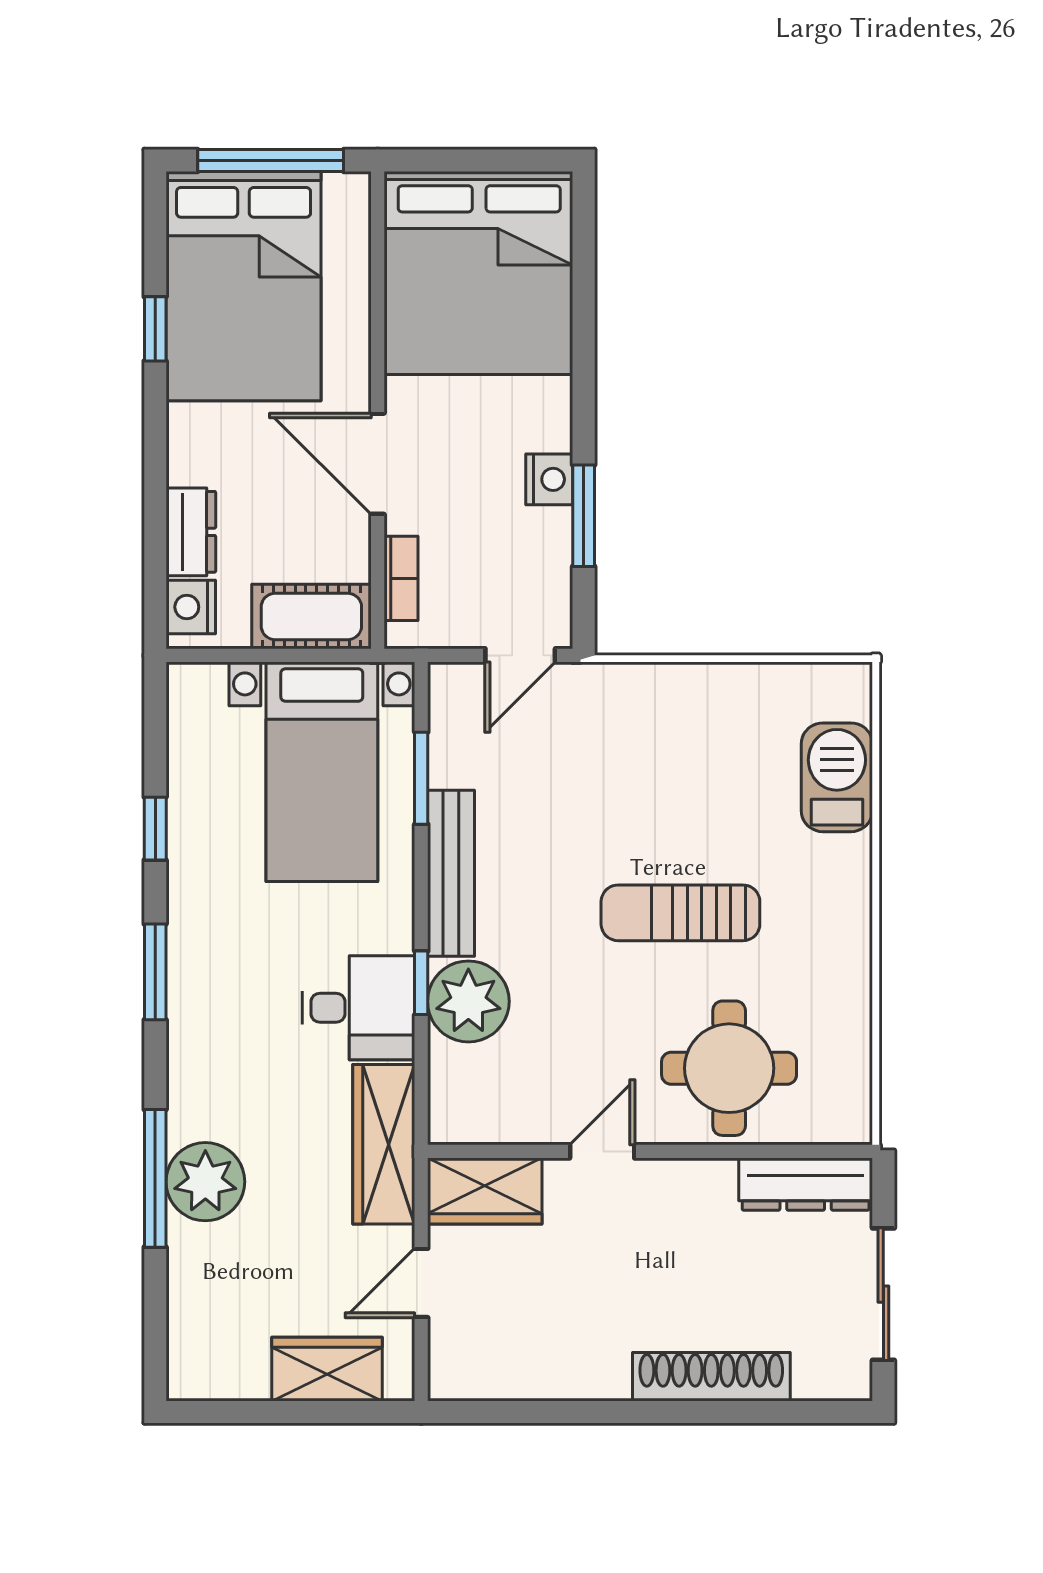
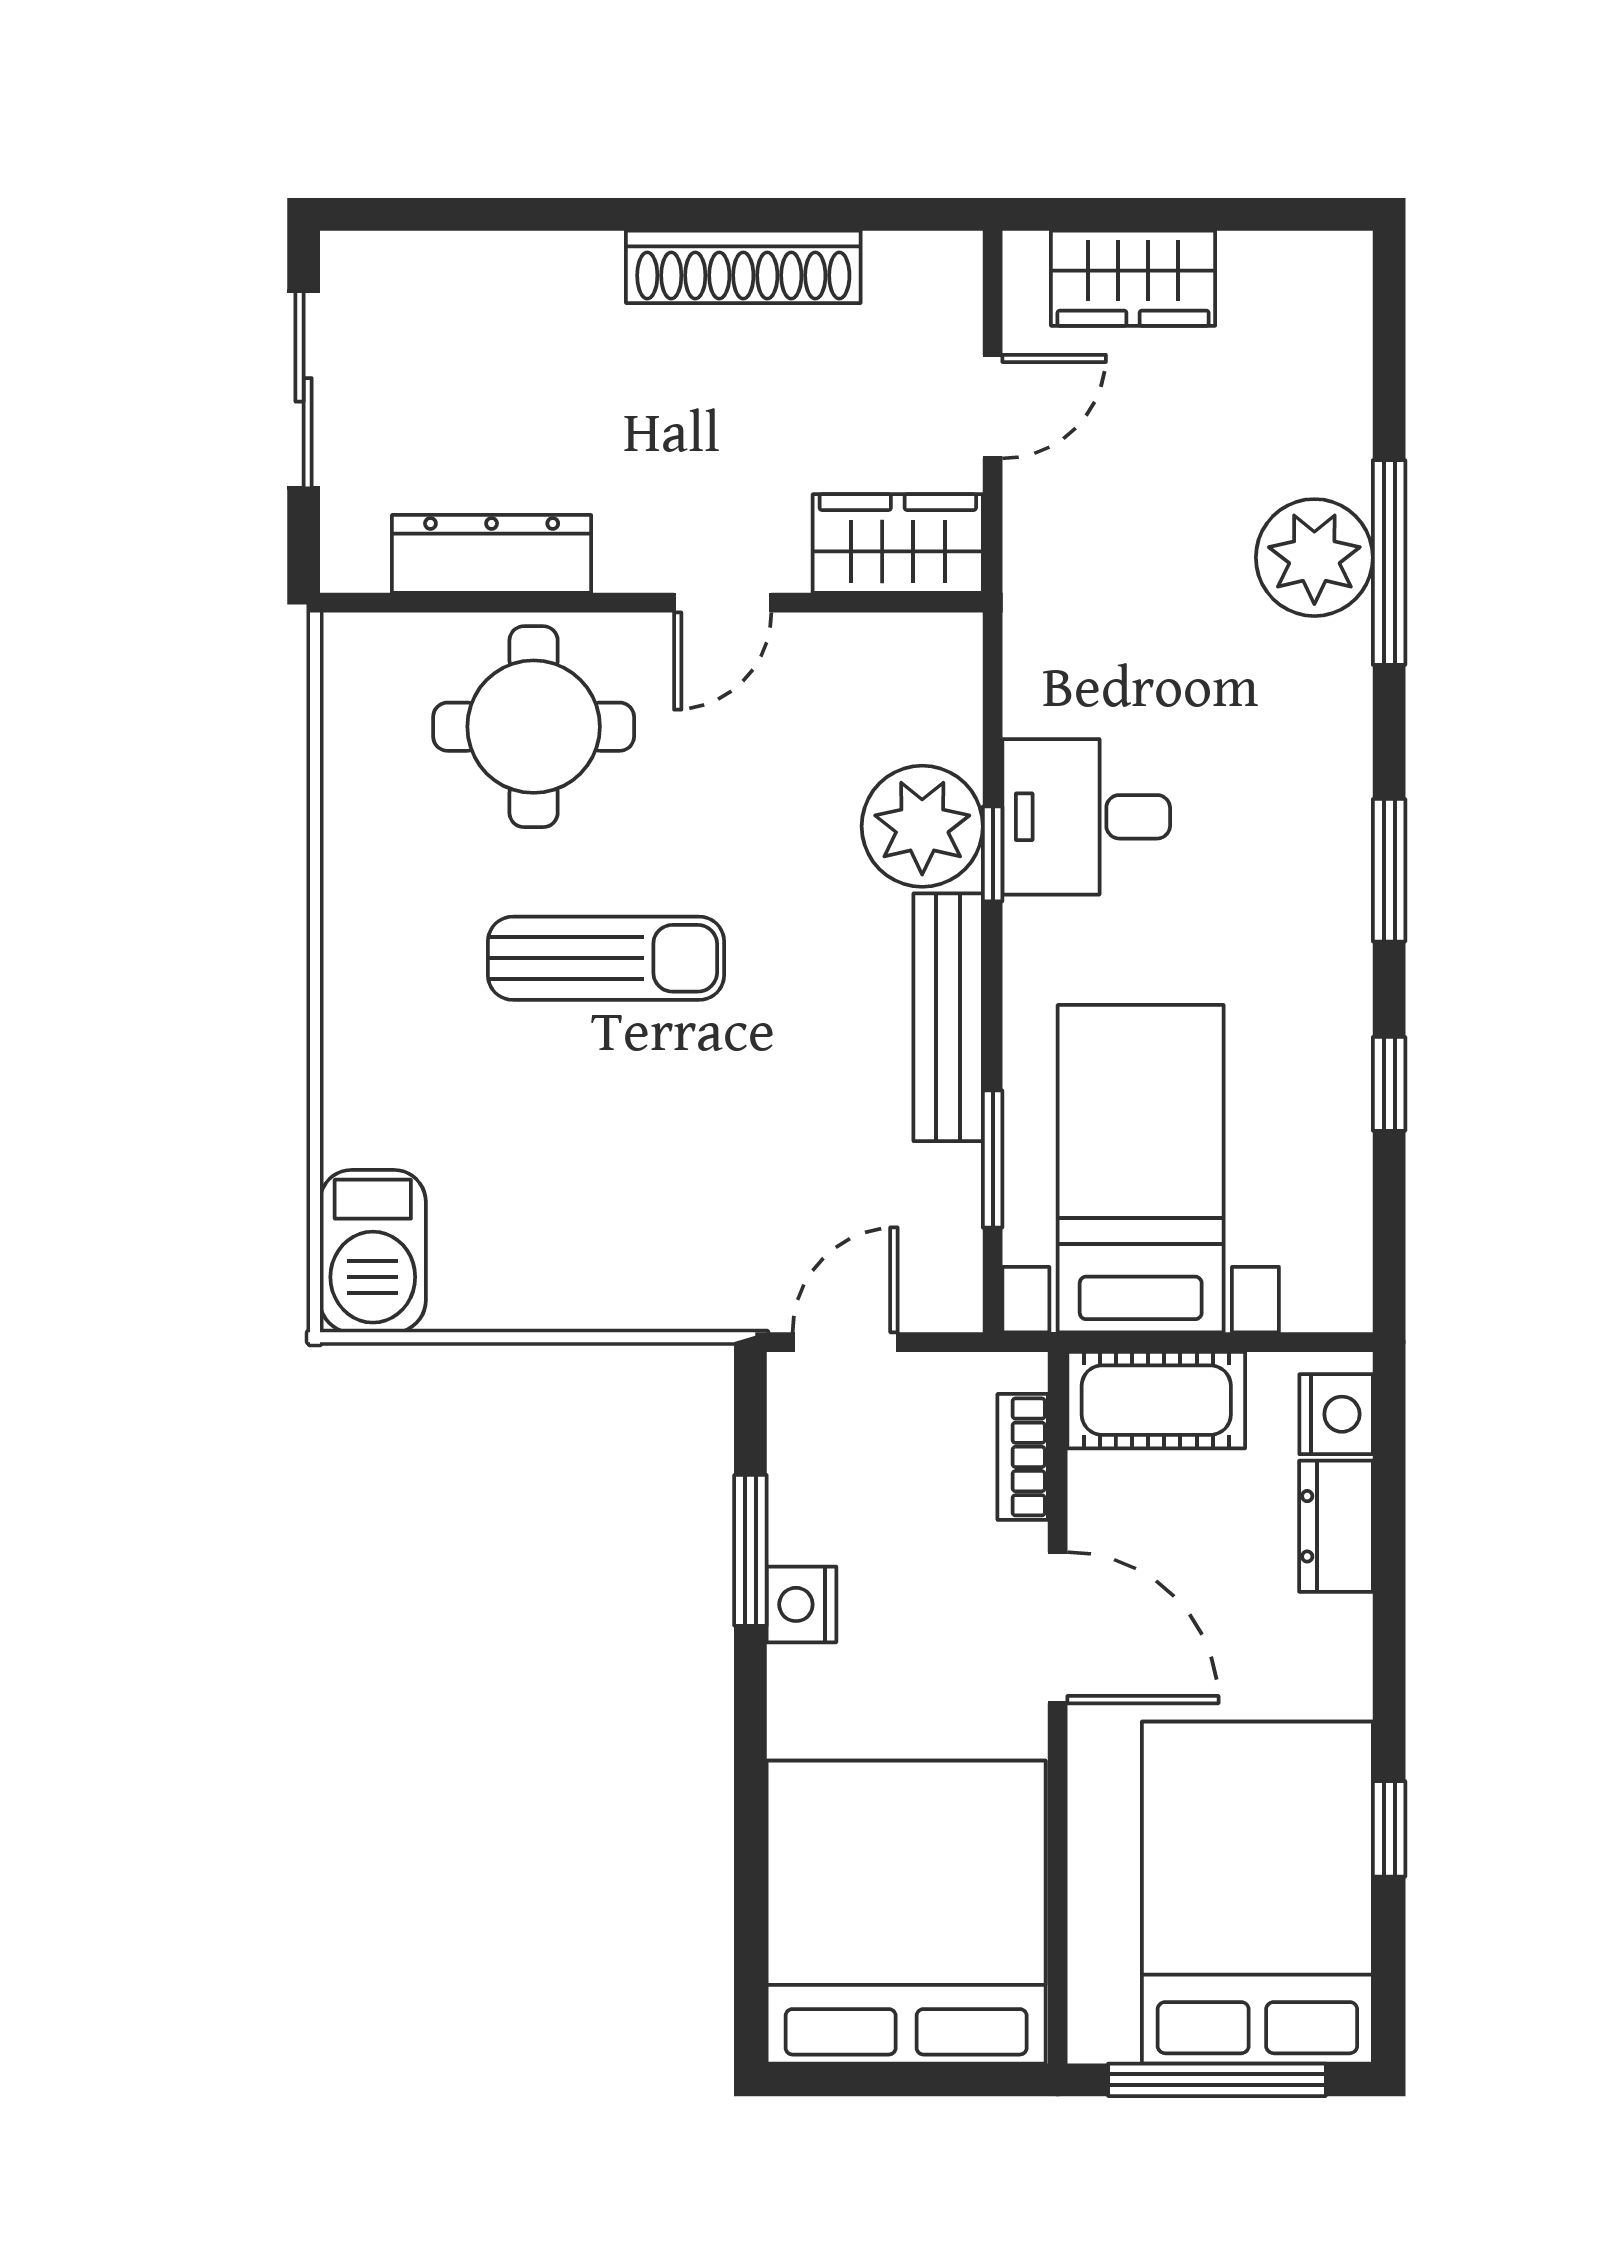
barbecue: (837, 777) -> (373, 1251), moved
wardrobe: (384, 1144) -> (1048, 613), removed
dresser: (806, 1184) -> (492, 554), moved
shoe rack: (711, 1377) -> (743, 267), moved

